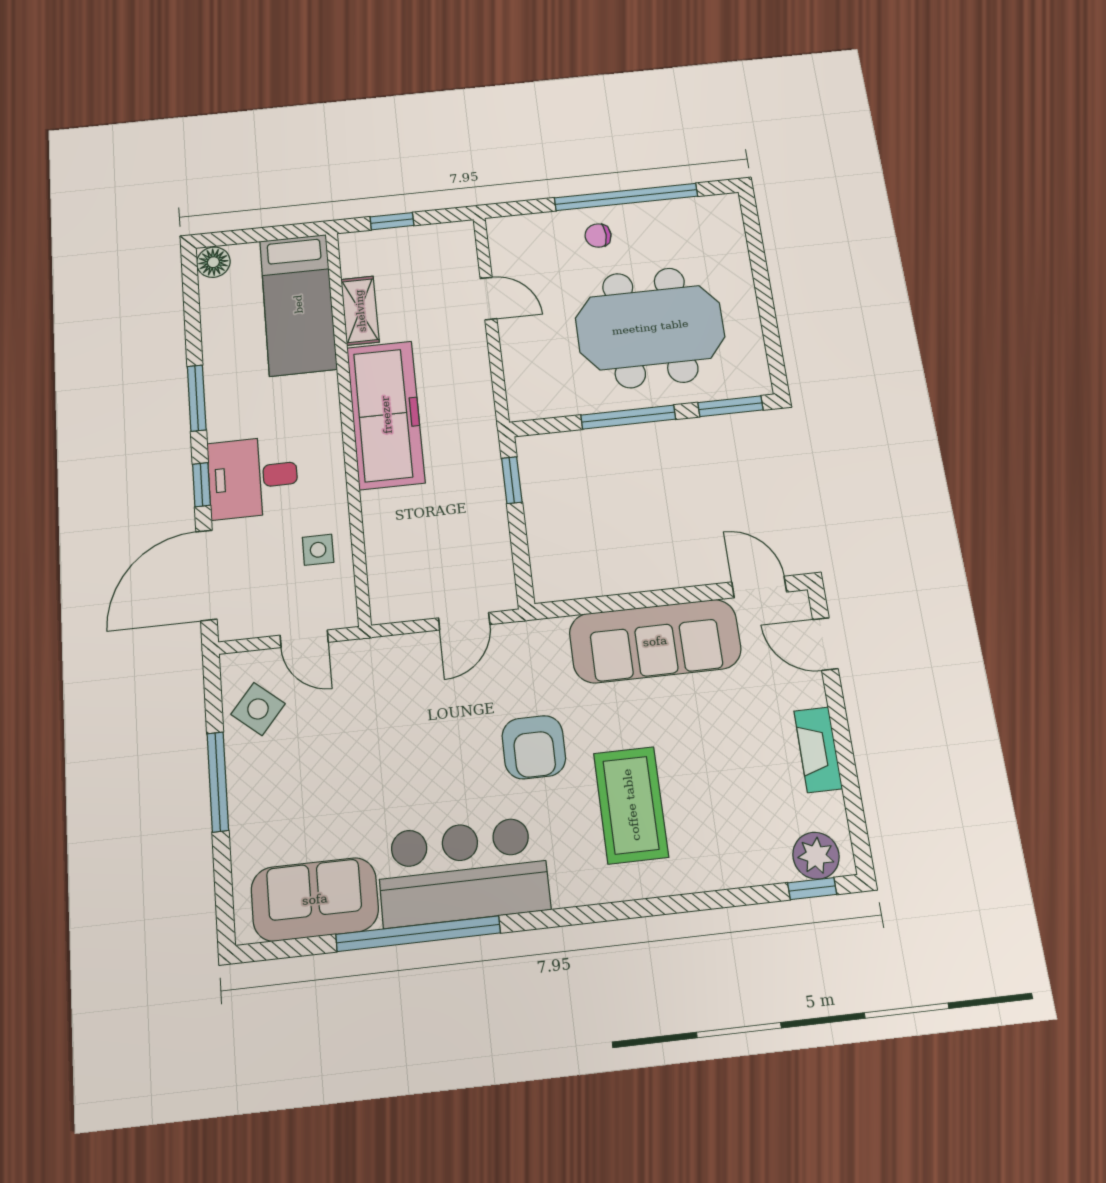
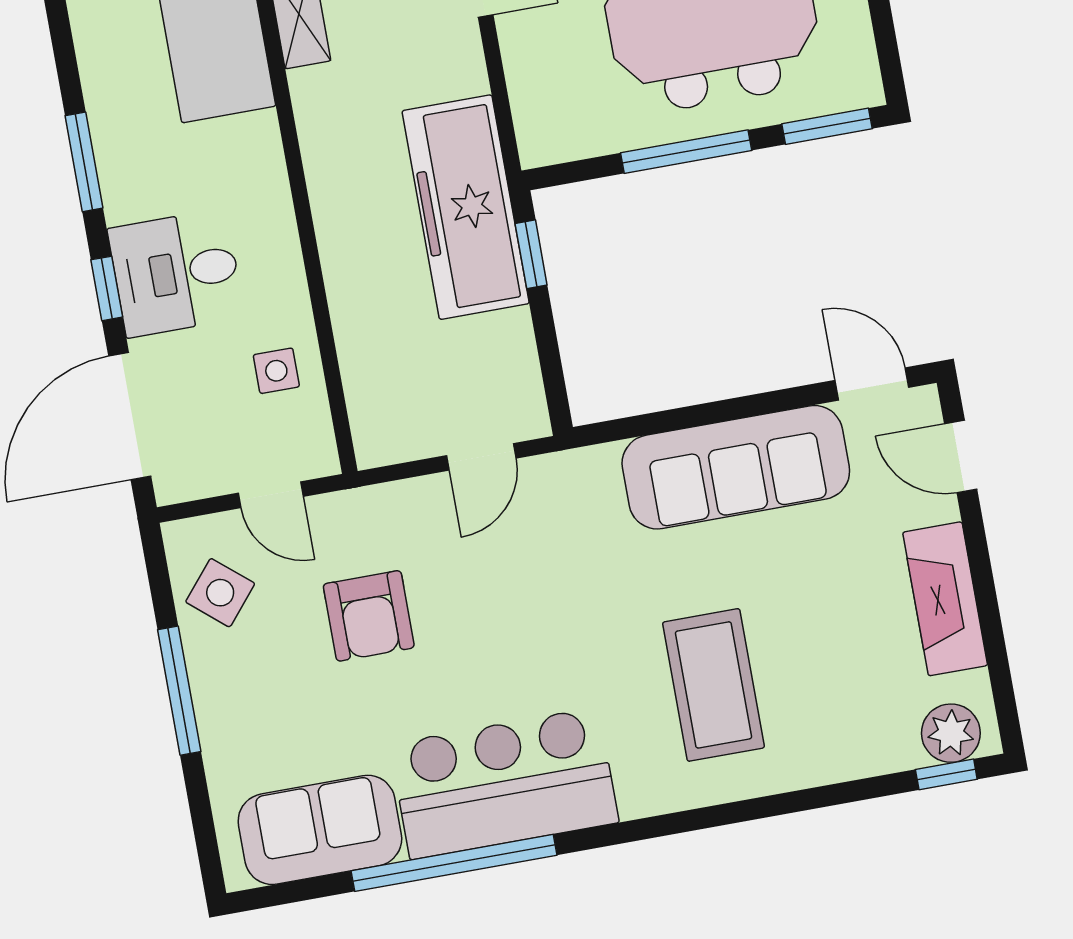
freezer: (386, 415) -> (466, 207), moved, turned 180
armchair: (534, 747) -> (369, 616), moved
fireplace: (818, 750) -> (945, 599), width x1.37, depth x1.32

